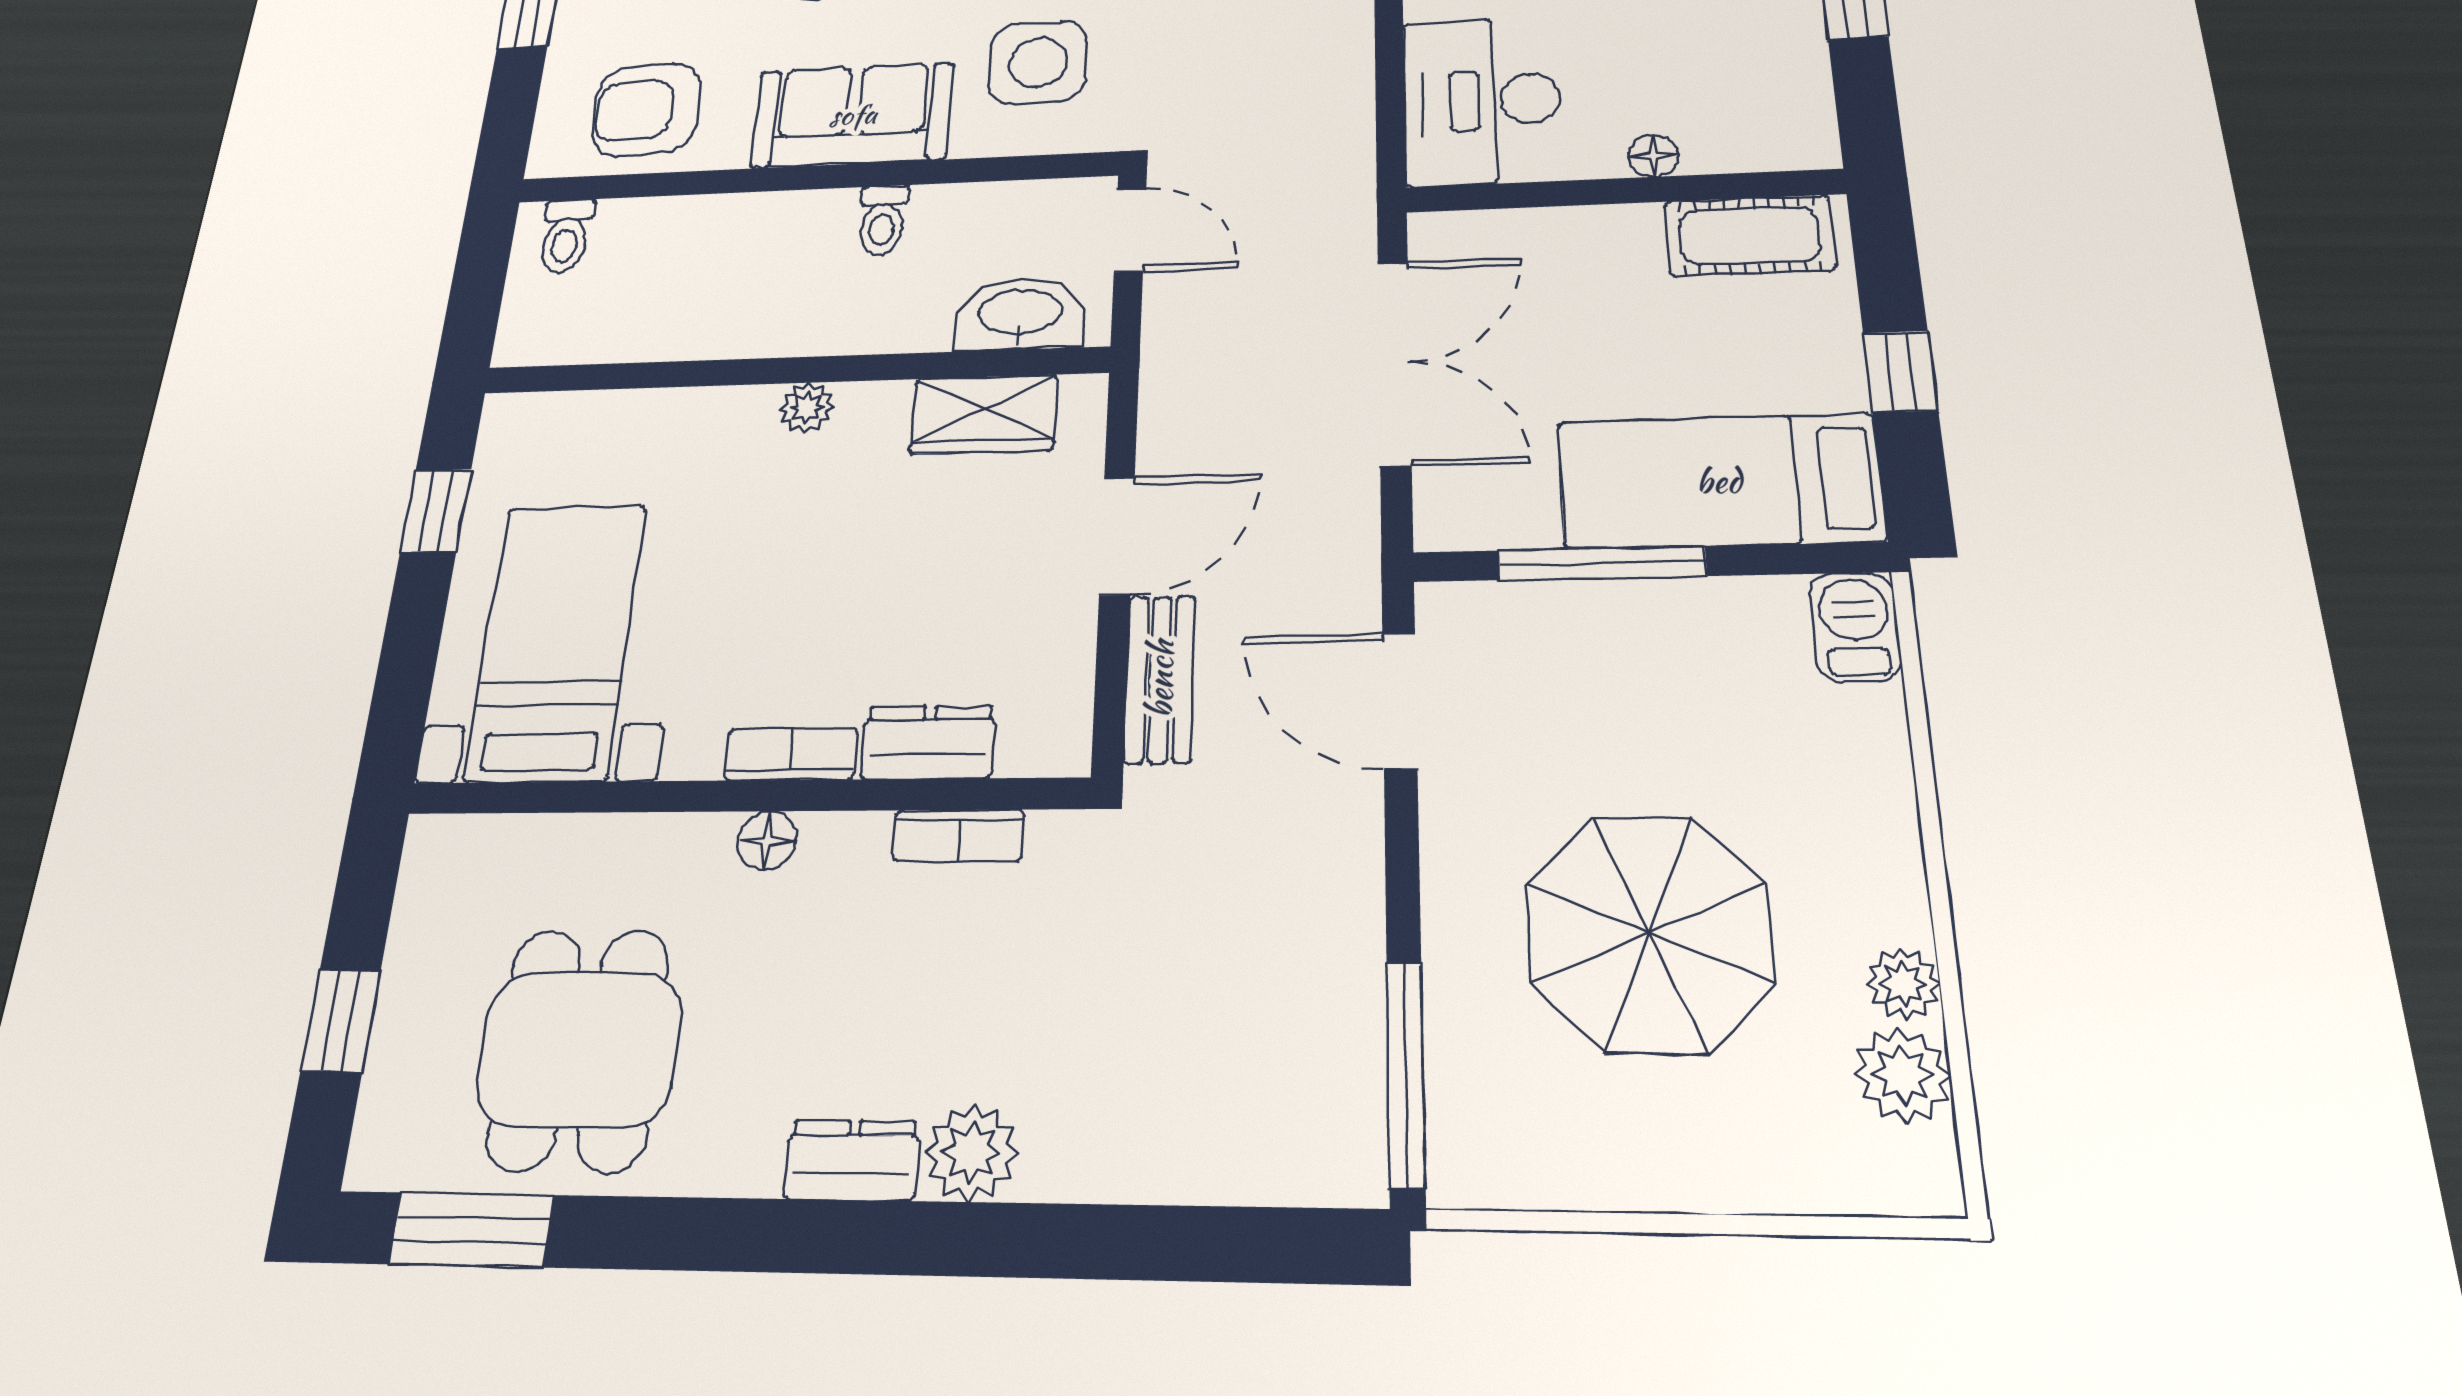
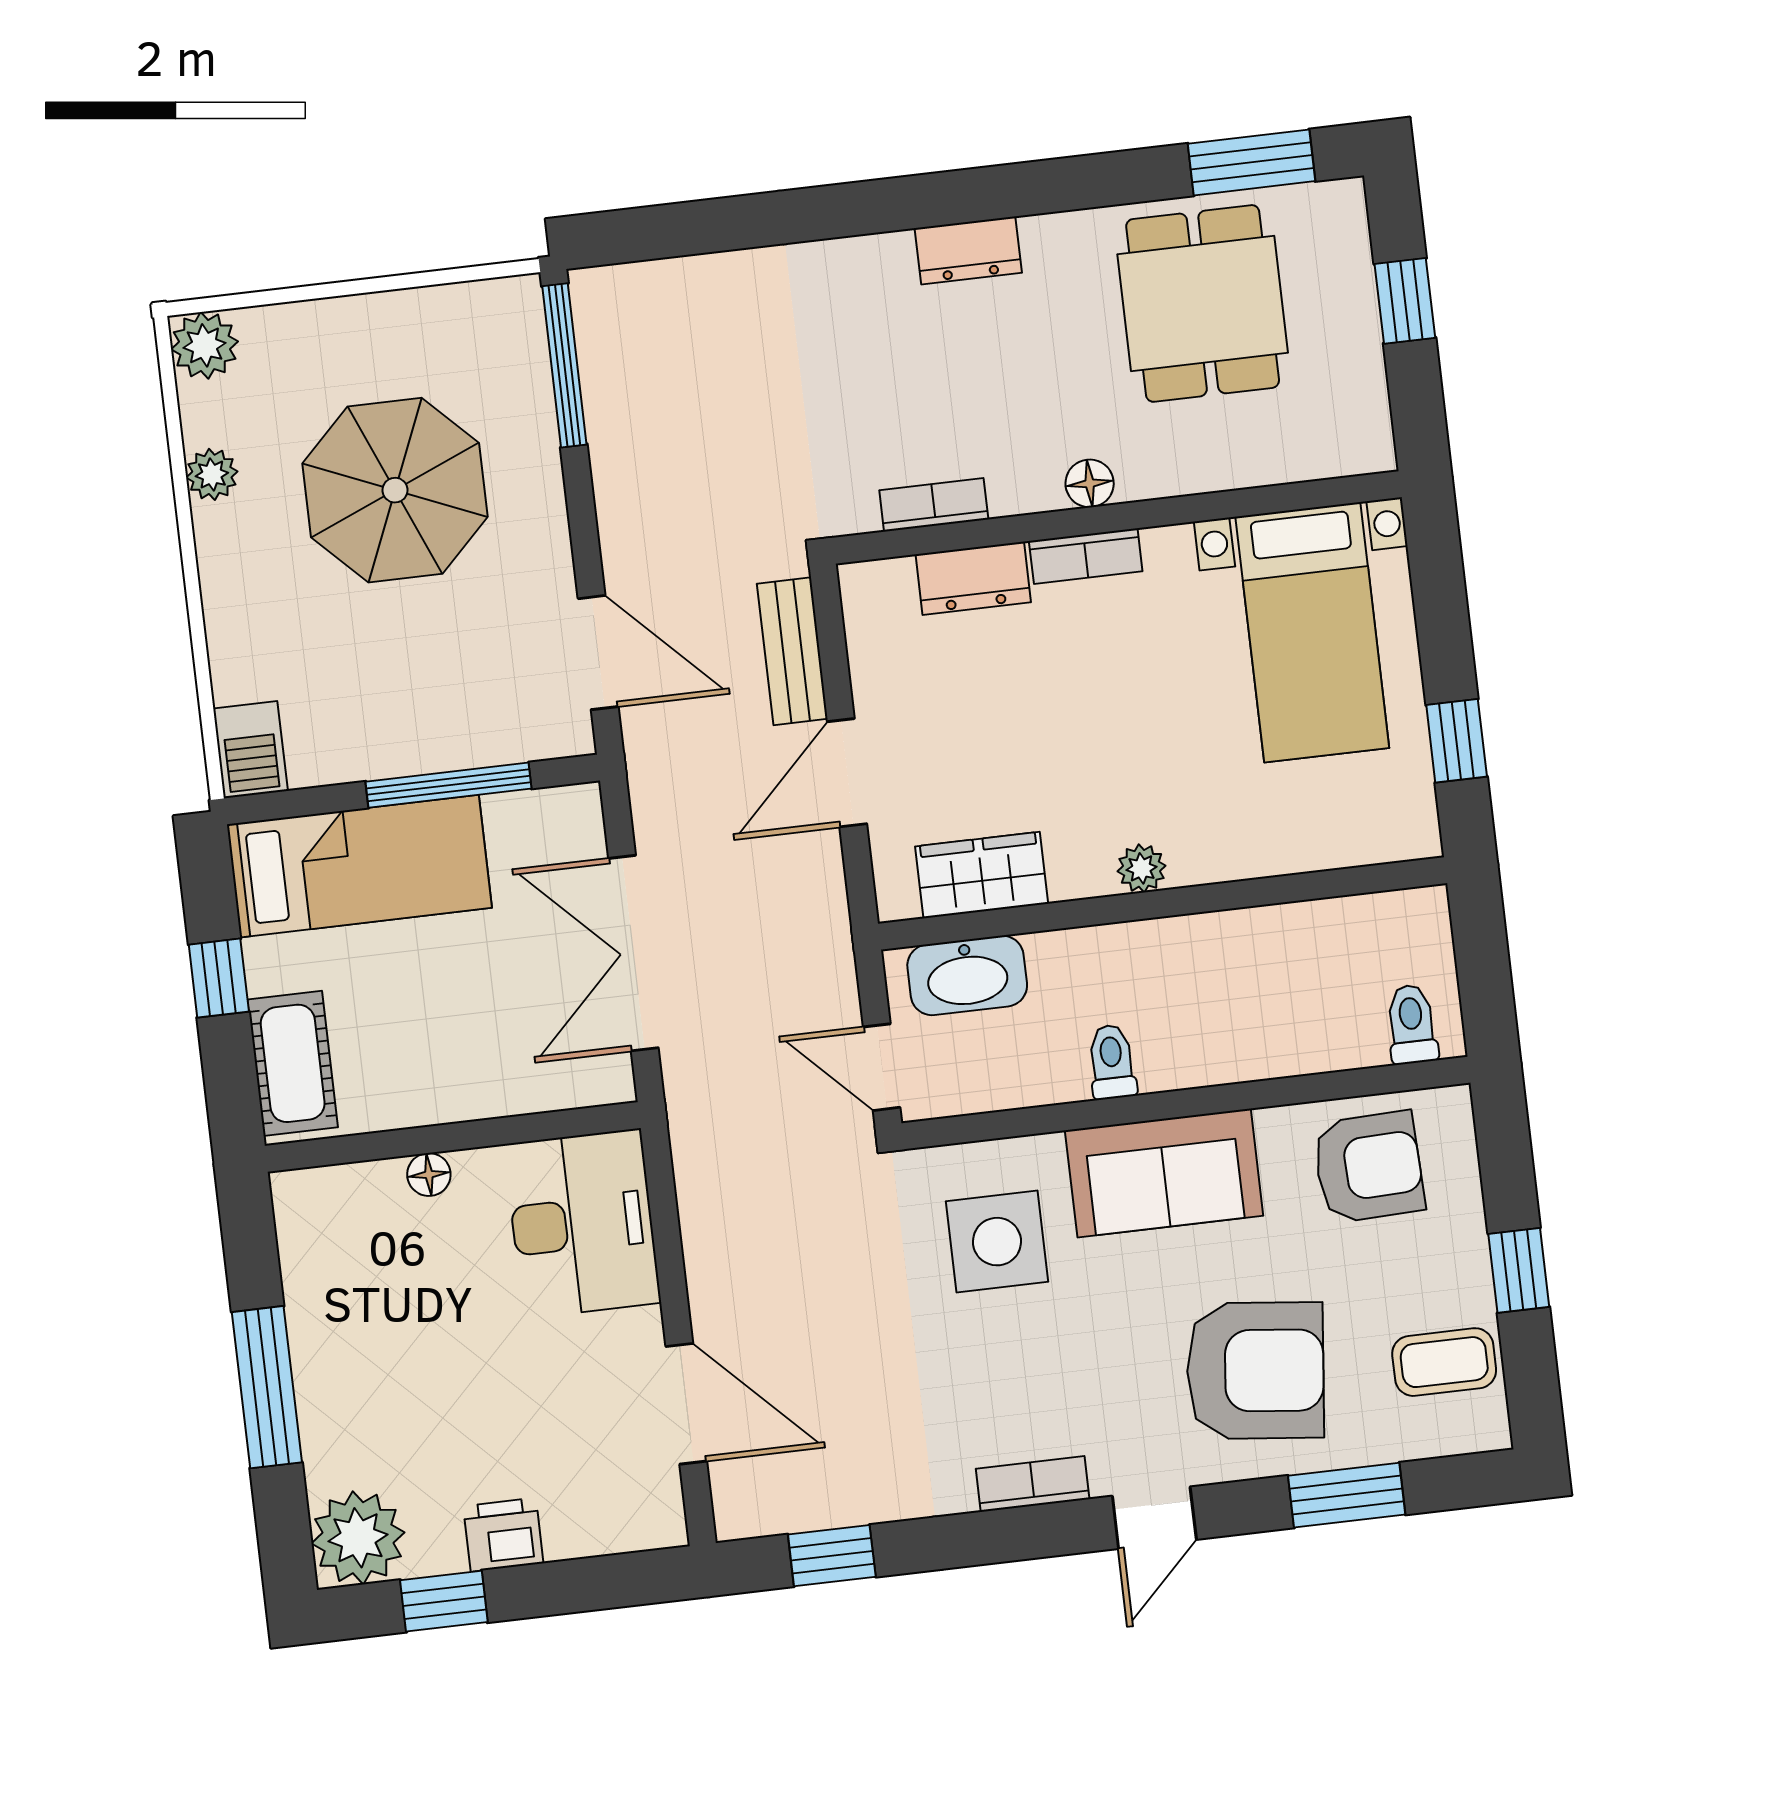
cot: (1749, 236) -> (293, 1063), moved, turned 90
plant: (1902, 1075) -> (205, 345), moved
plant: (971, 1152) -> (879, 268), removed

